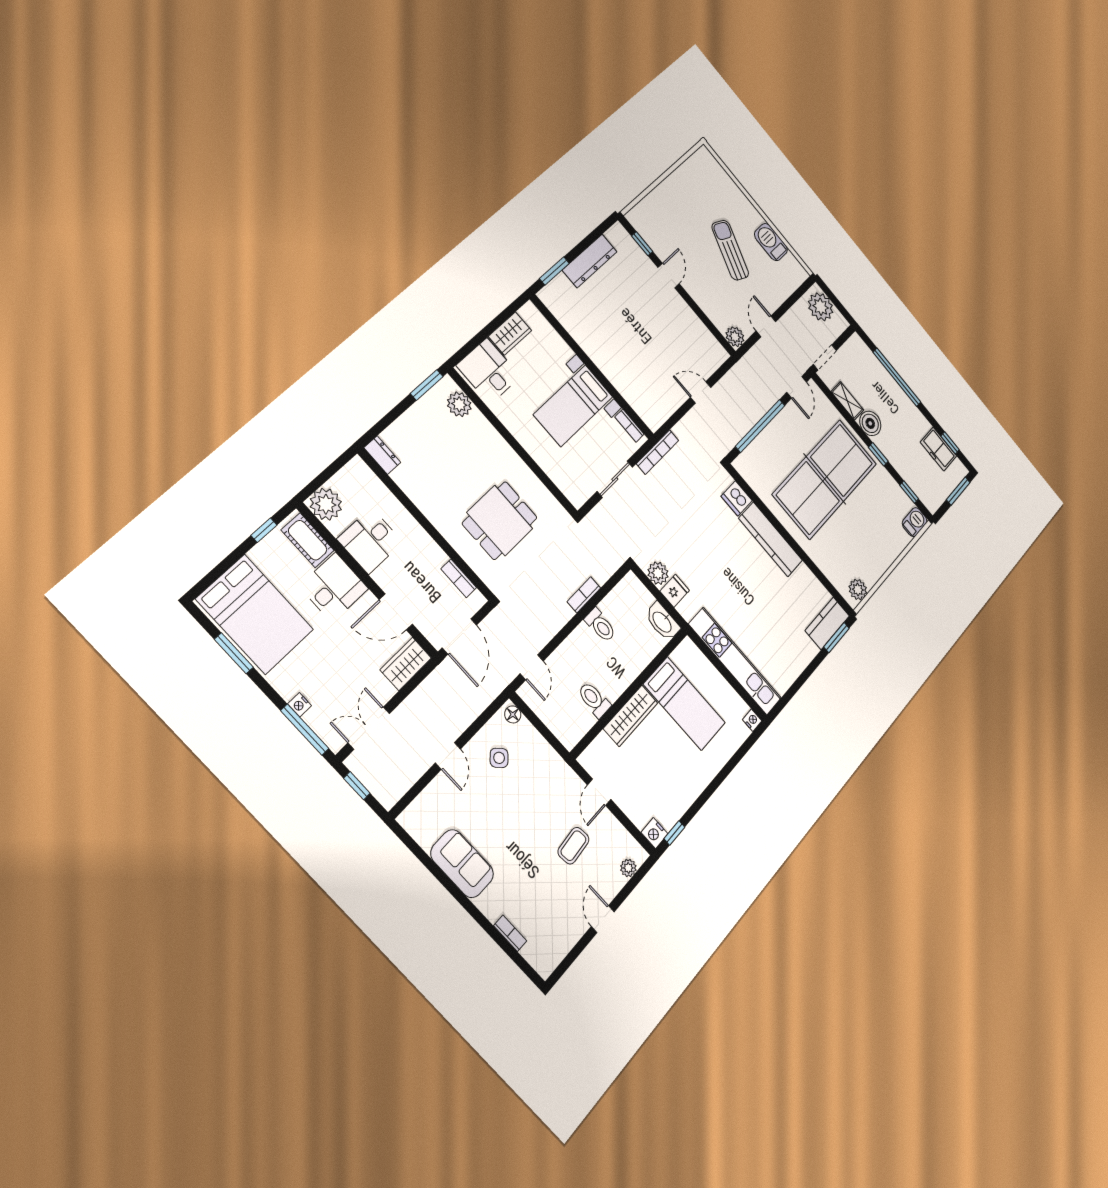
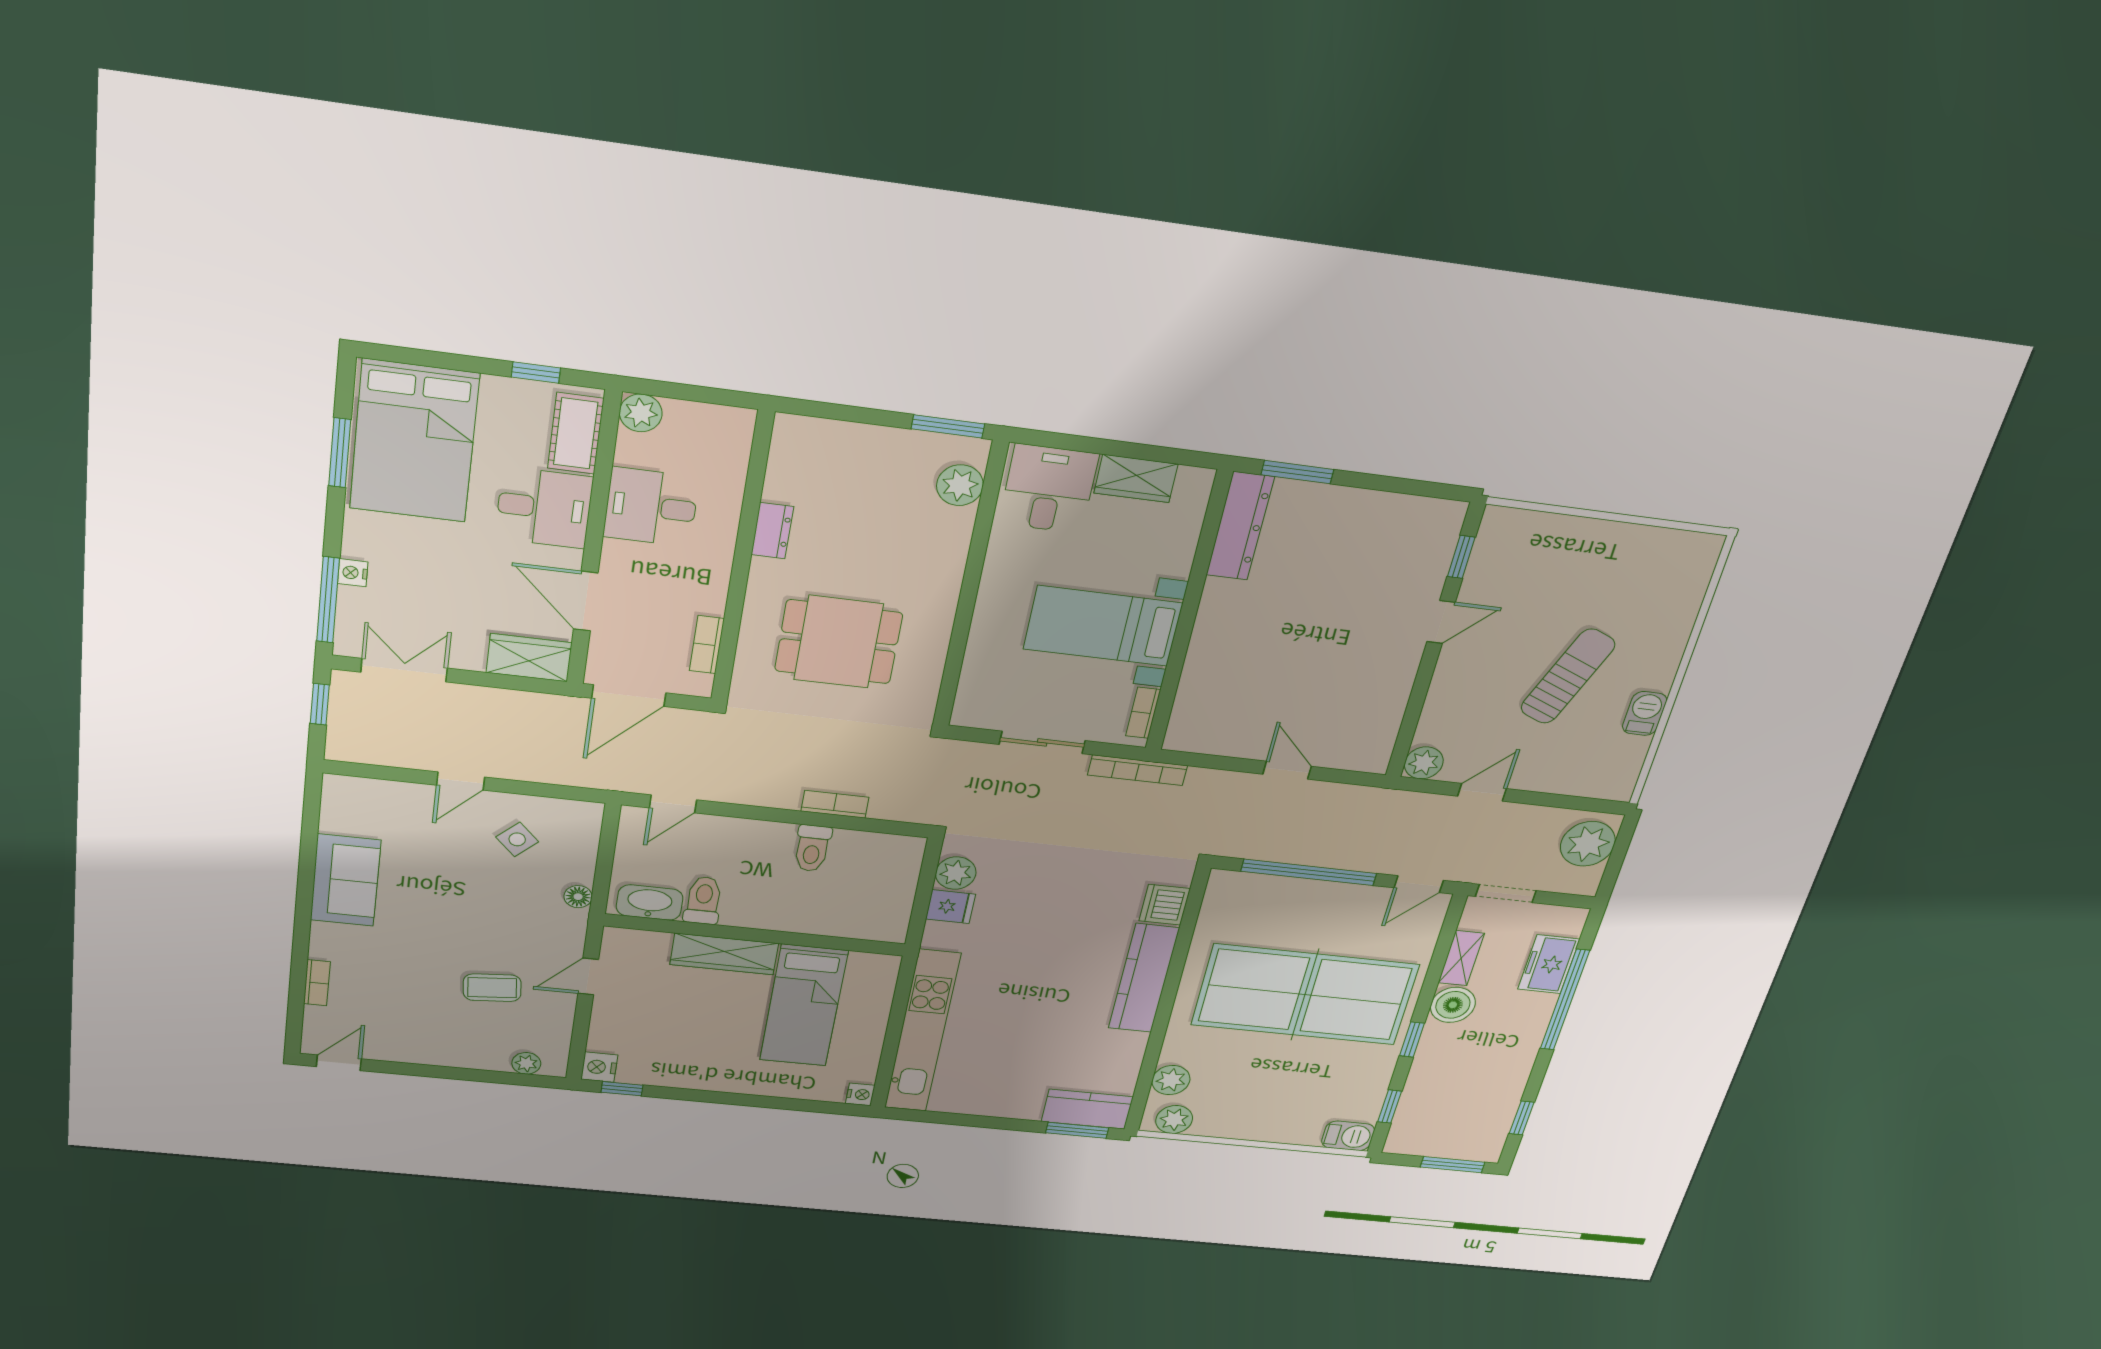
barbecue: (771, 242) -> (1645, 713), width x0.73, depth x0.79
dresser: (590, 261) -> (1240, 526), moved, turned -90
freezer: (938, 449) -> (1549, 964), moved
dresser: (382, 455) -> (772, 531), moved
plant: (326, 504) -> (641, 413), width x0.73, depth x0.73
plant: (835, 573) -> (1171, 1080), added
washbasin: (662, 622) -> (650, 902), moved, turned 90
floor lamp: (513, 714) -> (578, 897), moved
door: (603, 919) -> (339, 1063), moved

